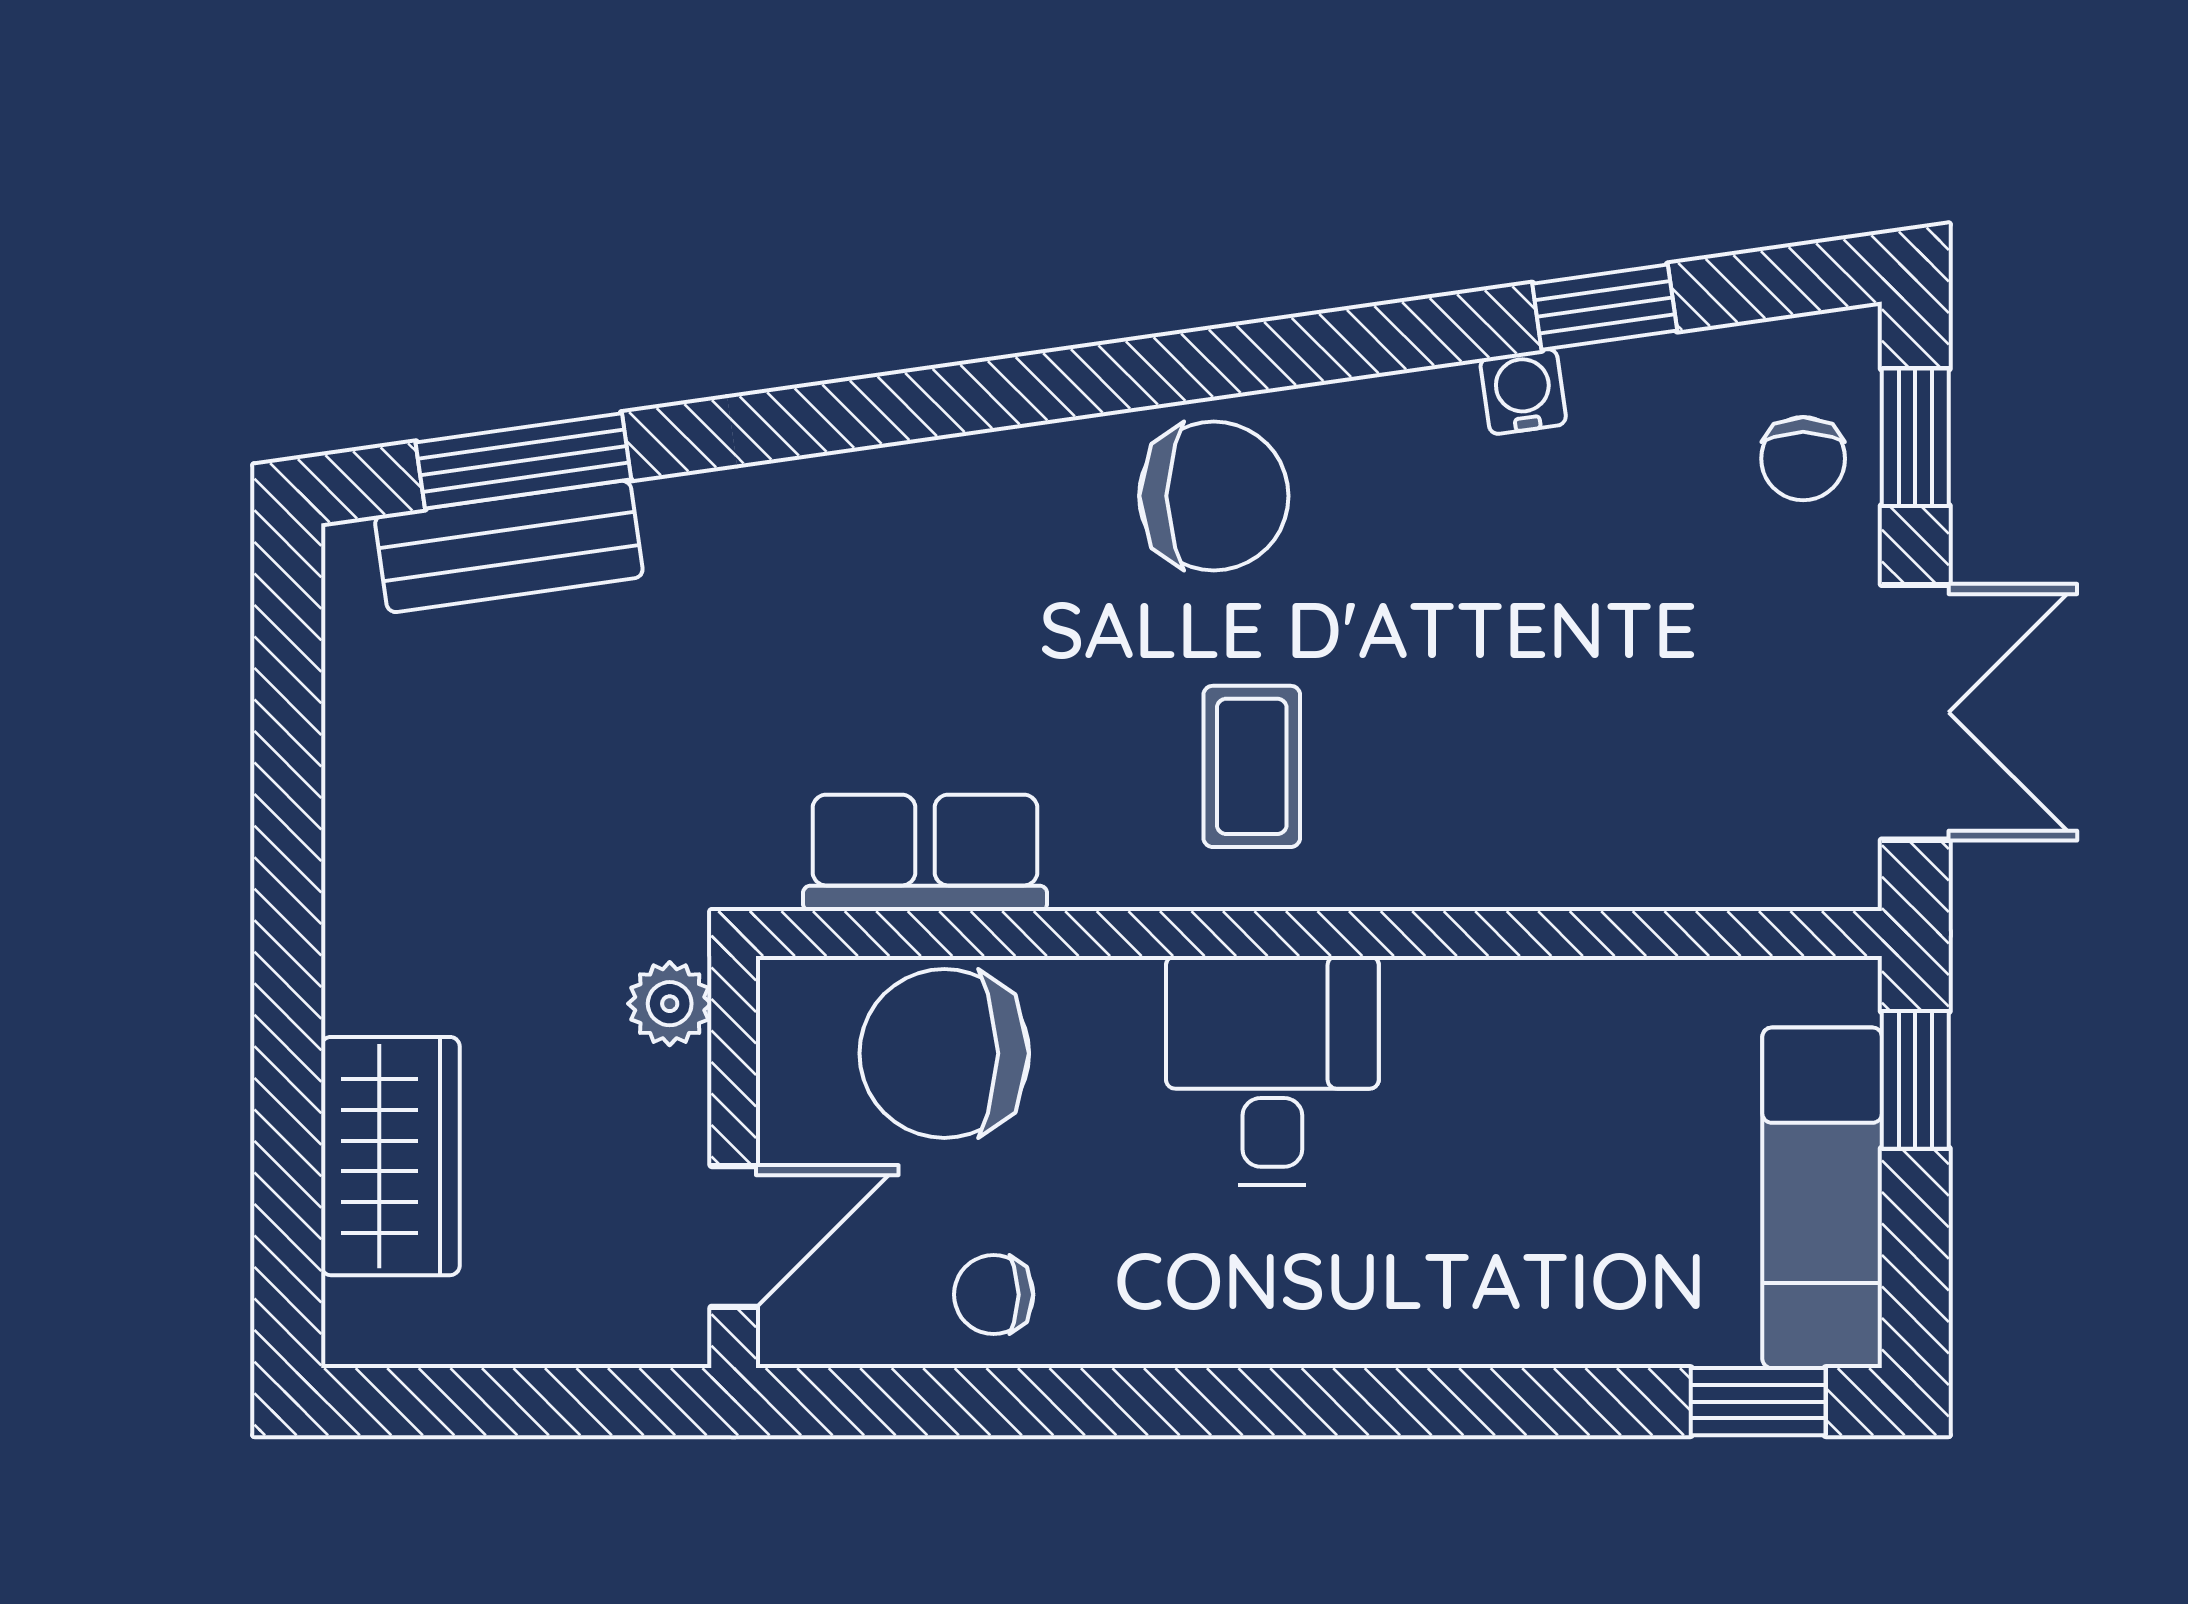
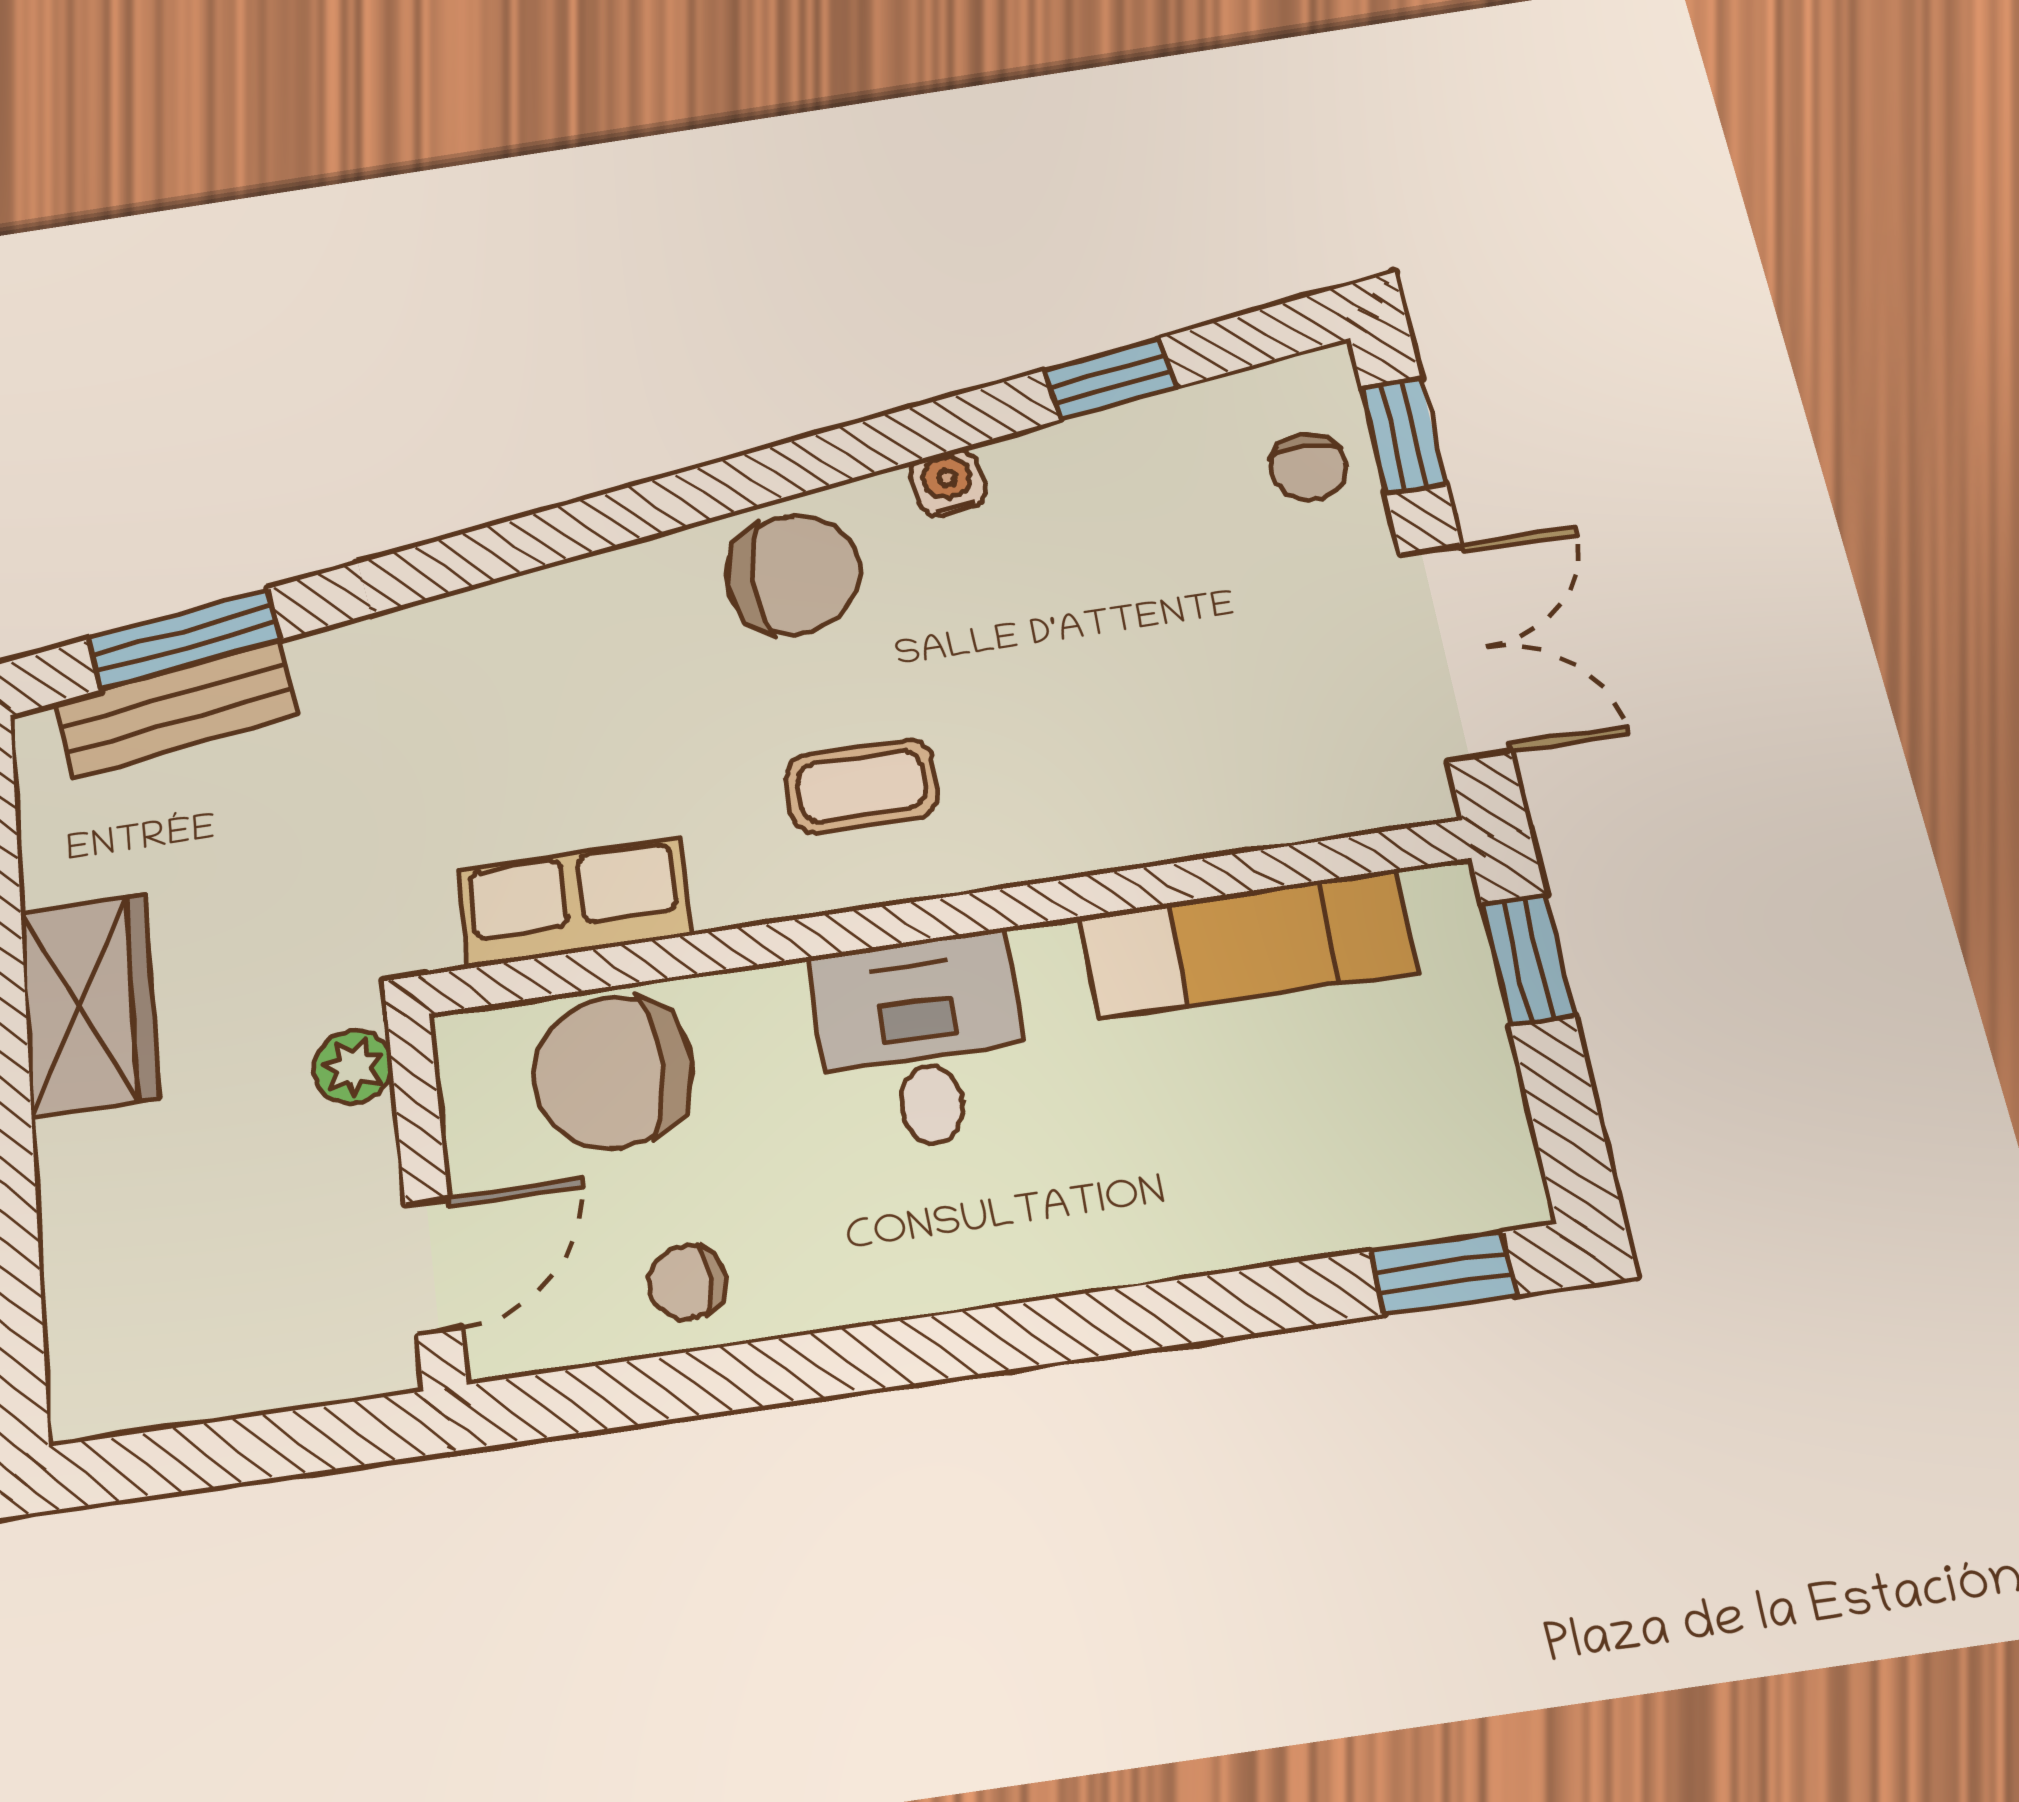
water cooler: (1523, 391) -> (948, 482), moved
coffee table: (1252, 766) -> (861, 786), turned 90
wardrobe: (390, 1156) -> (89, 1005), moved
exam couch: (1822, 1198) -> (1248, 944), moved, turned -90

